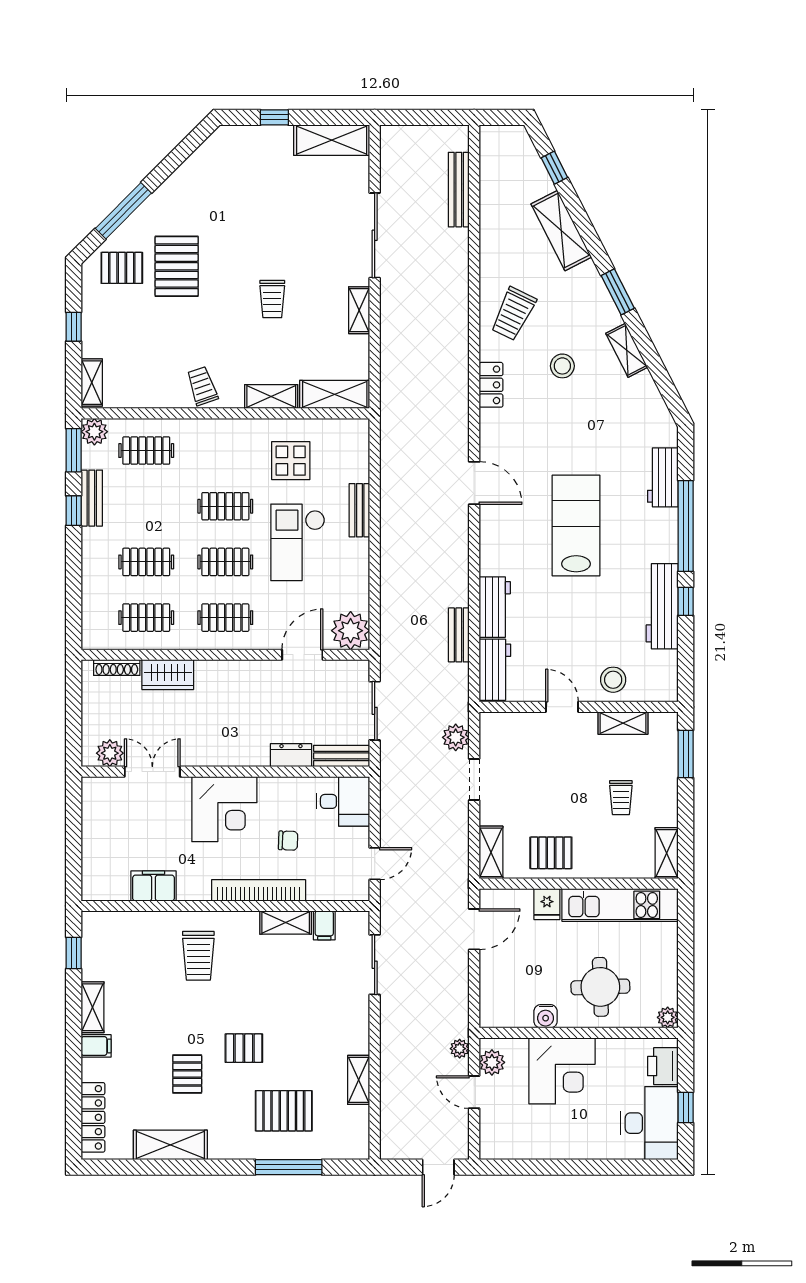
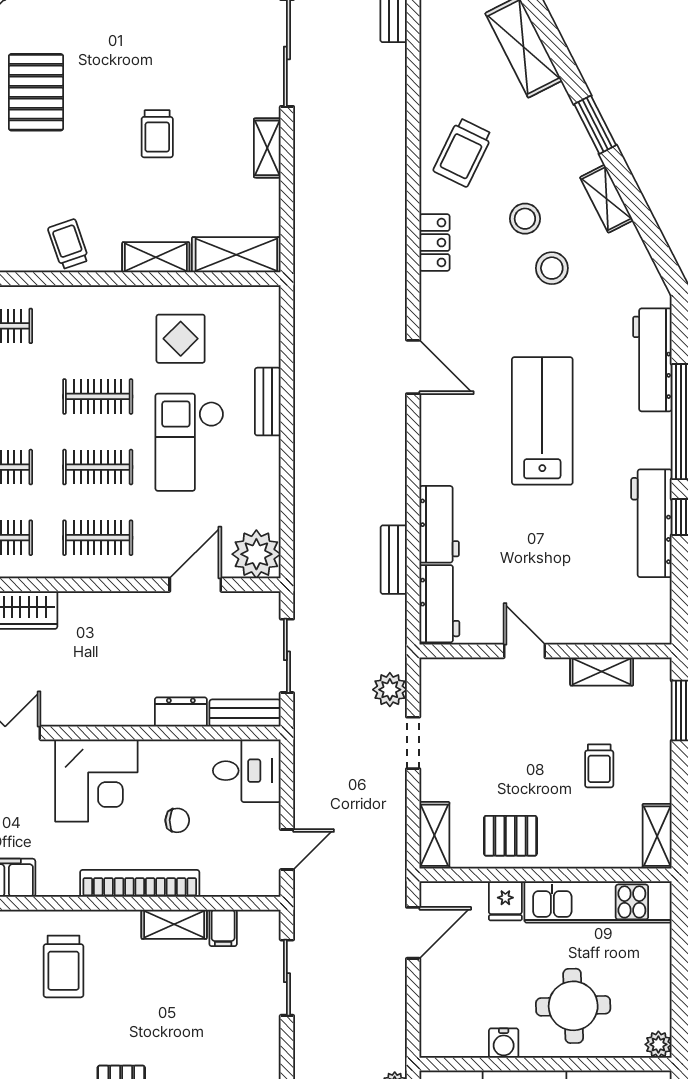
workbench: (663, 477) -> (652, 360), width x1.38
stool: (613, 680) -> (552, 268), moved

